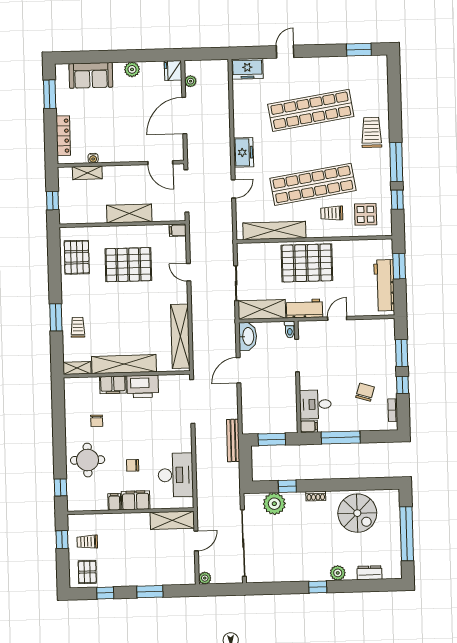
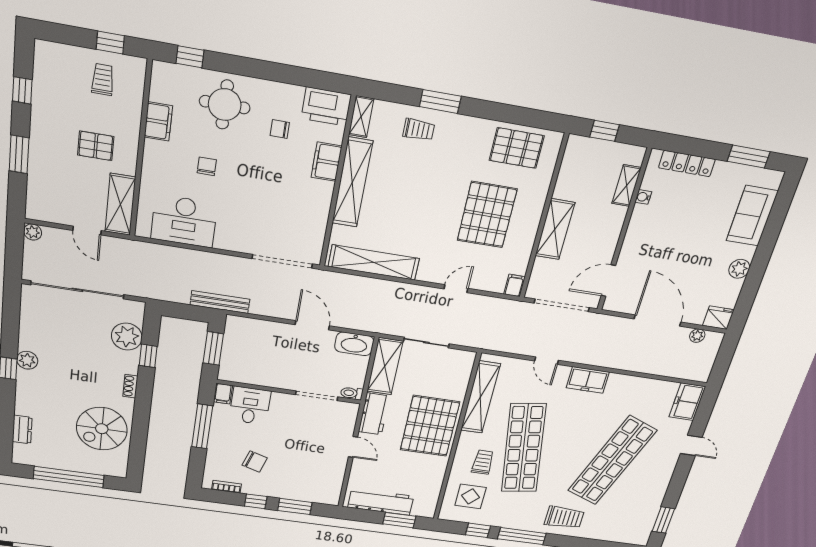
shop shelf: (311, 110) -> (612, 461), turned 30
printer: (143, 386) -> (326, 107), moved, turned -90
filing cabinet: (136, 500) -> (156, 161), removed
filing cabinet: (114, 502) -> (158, 121), width x2.00
pallet: (87, 572) -> (96, 146), moved
plant: (338, 573) -> (27, 360), moved

